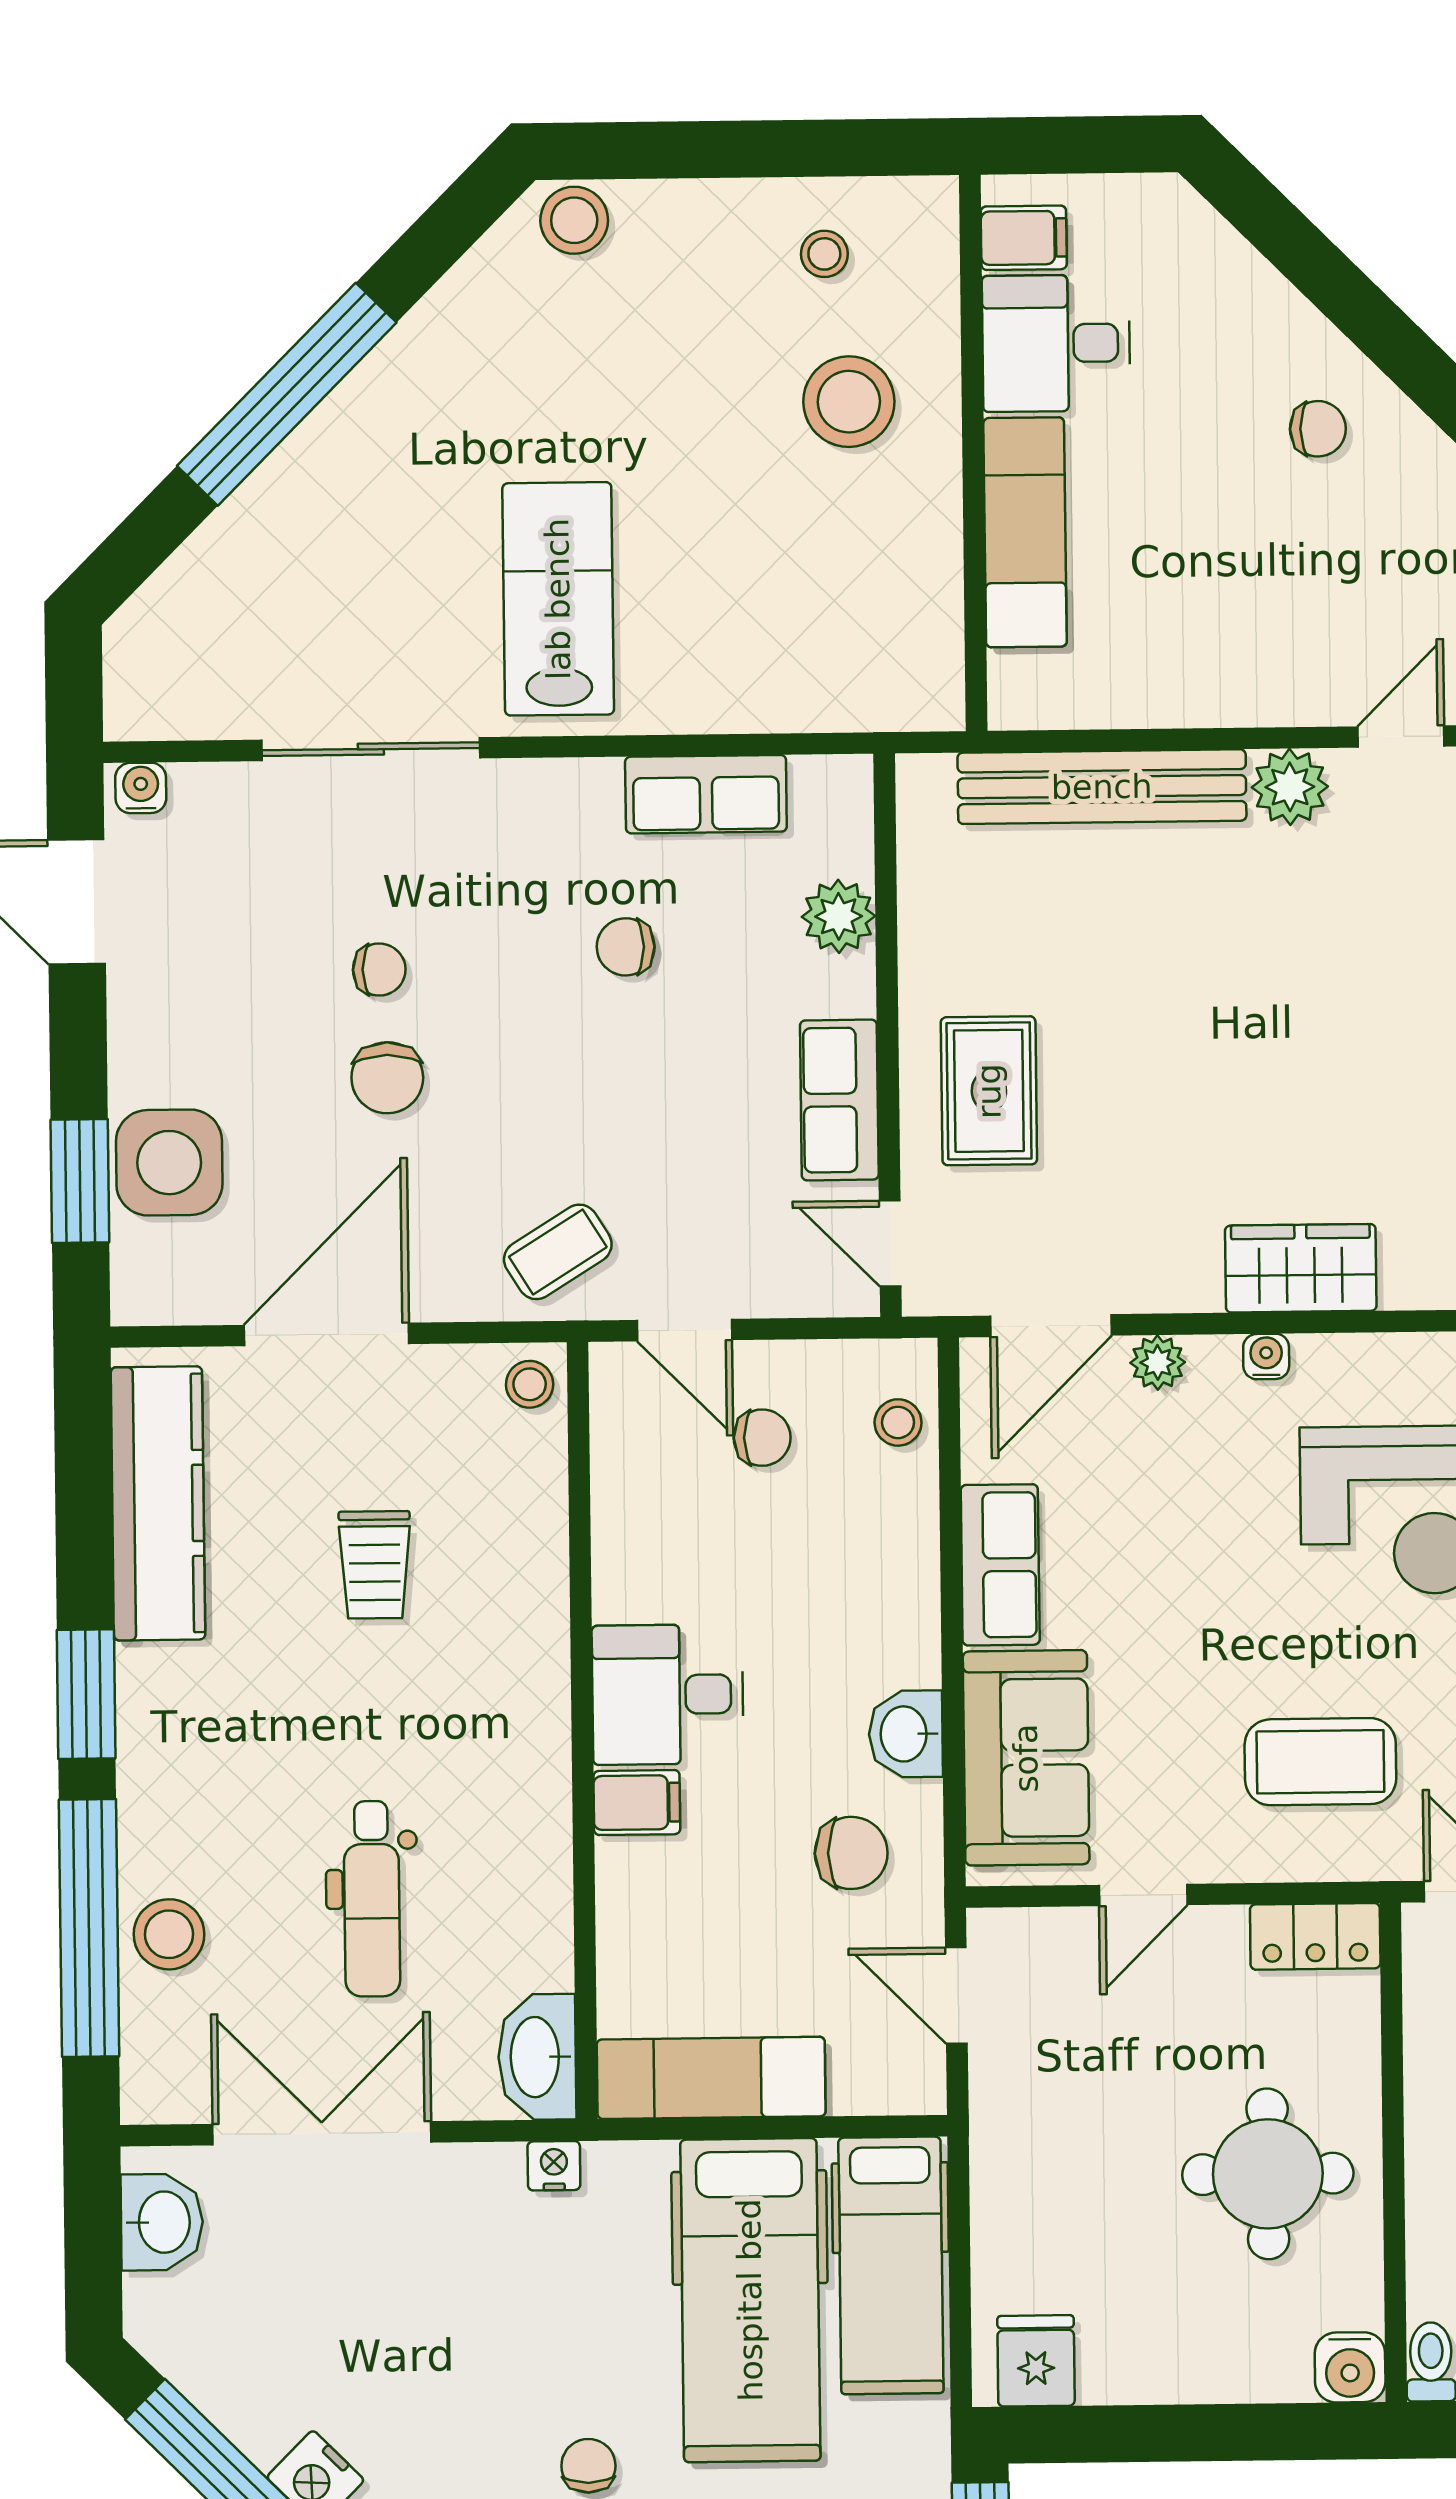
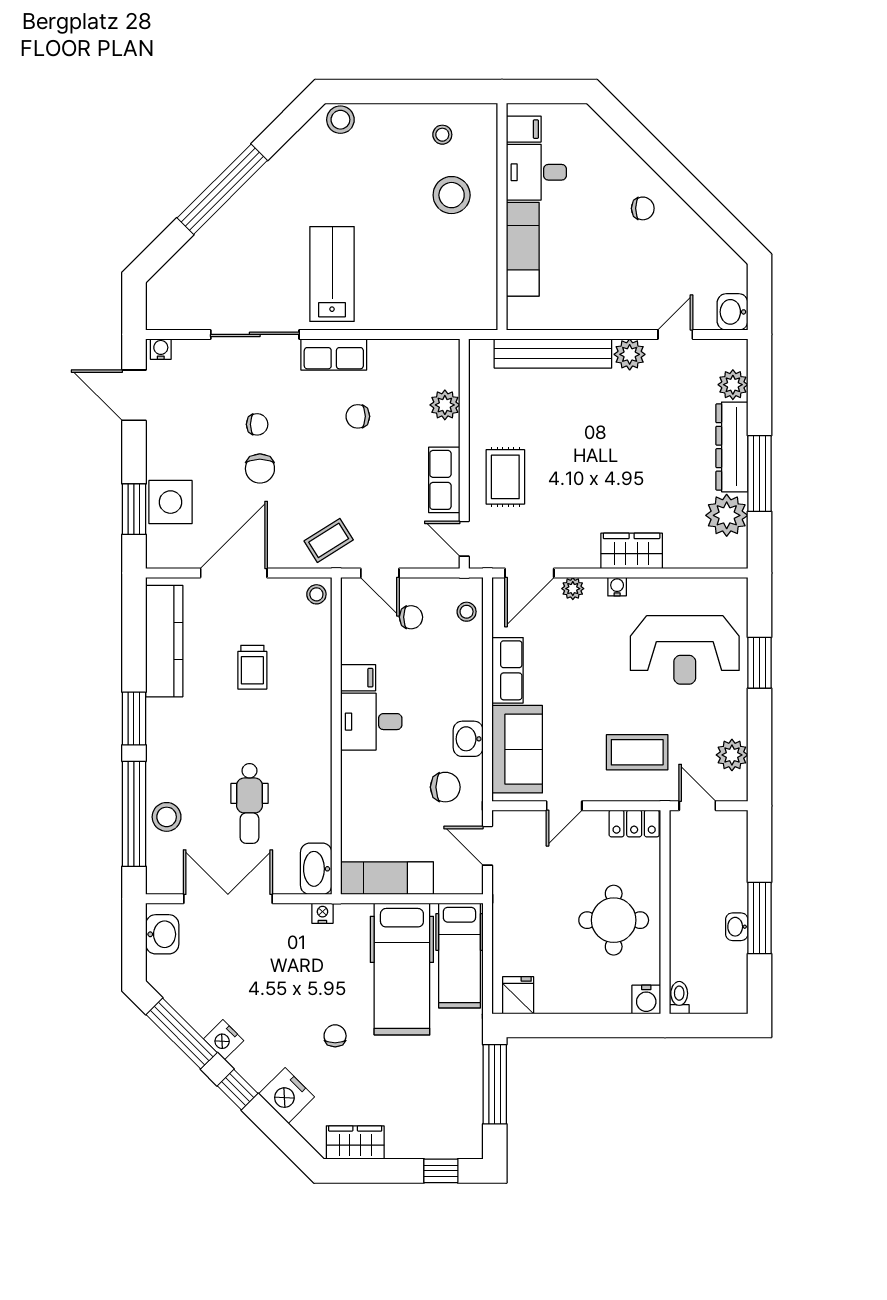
row of seats: (706, 794) -> (334, 354), moved
filing cabinet: (637, 1803) -> (358, 678), moved

